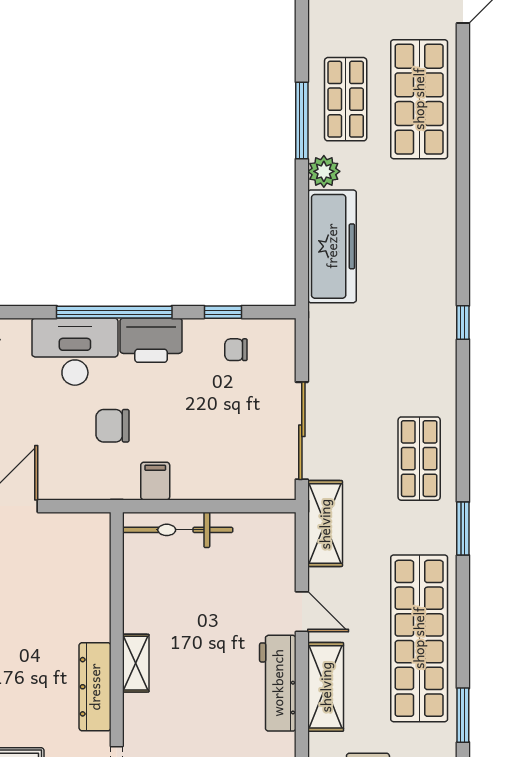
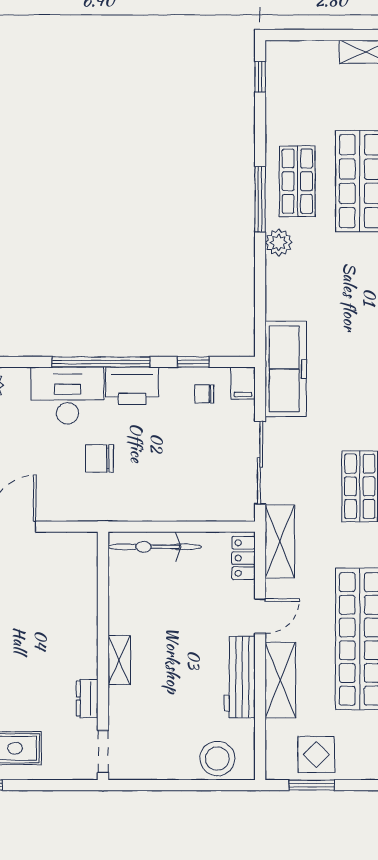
freezer: (332, 246) -> (286, 369), moved
filing cabinet: (155, 481) -> (243, 383), moved, turned 180
locker: (282, 543) -> (243, 558), added
door: (302, 612) -> (260, 616), hinge flipped
dresser: (95, 687) -> (87, 698), width x0.51, depth x0.80

